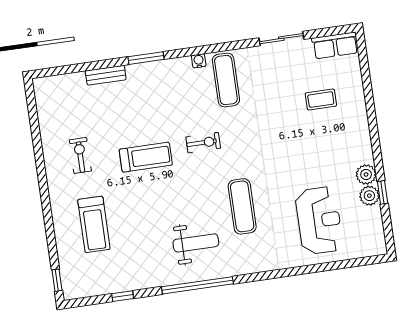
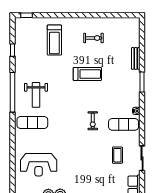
coffee table: (321, 100) -> (117, 155), moved
exercise bike: (203, 143) -> (93, 121), moved
treadmill: (146, 157) -> (87, 74), turned -90
exercise mat: (242, 206) -> (32, 123), moved
treadmill: (94, 224) -> (54, 40), turned -90

